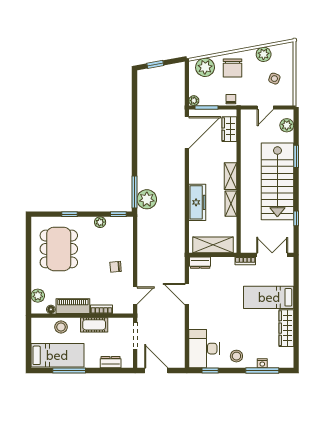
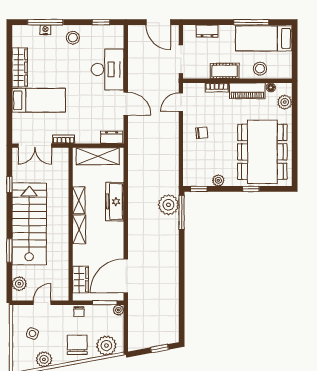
dining table: (59, 249) -> (262, 152), width x1.36, depth x1.24
desk: (204, 349) -> (107, 69), moved

